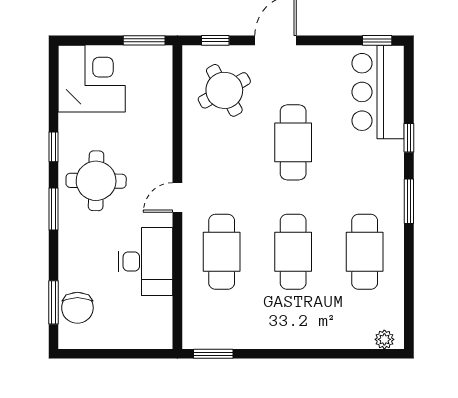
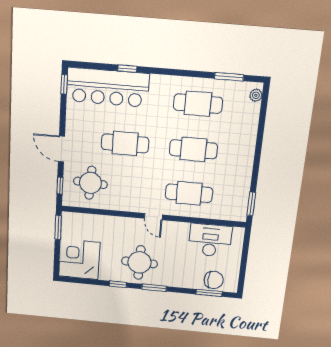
round table: (224, 90) -> (90, 183), turned 32
bar counter: (378, 92) -> (108, 87), width x1.36
window: (409, 201) -> (229, 77), moved
desk: (146, 262) -> (210, 240), moved

